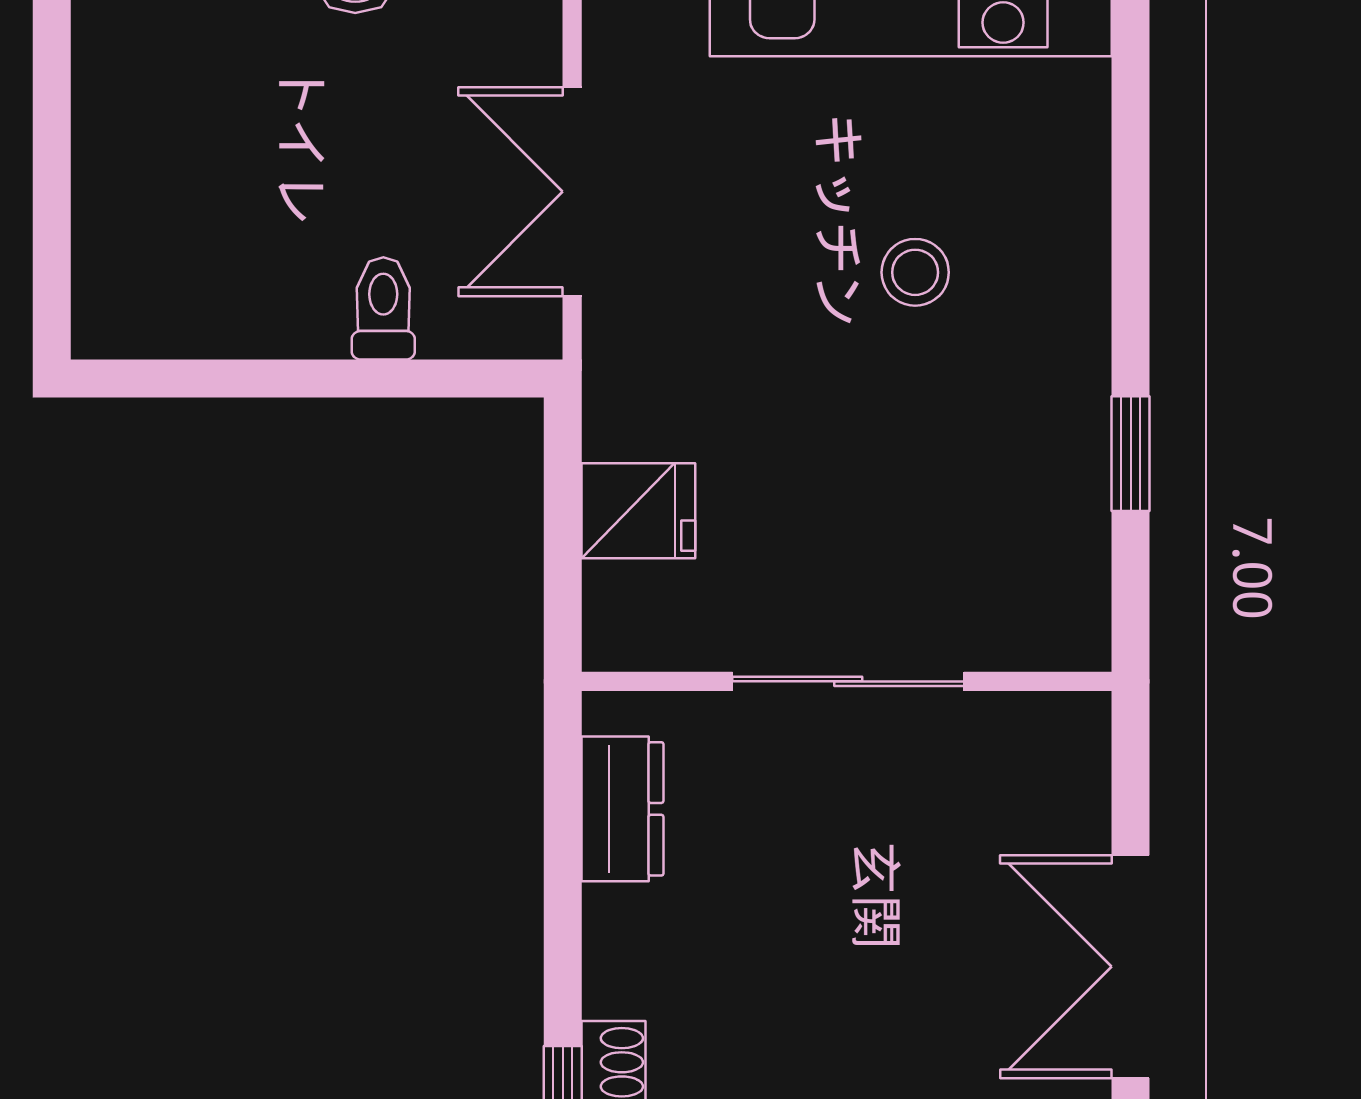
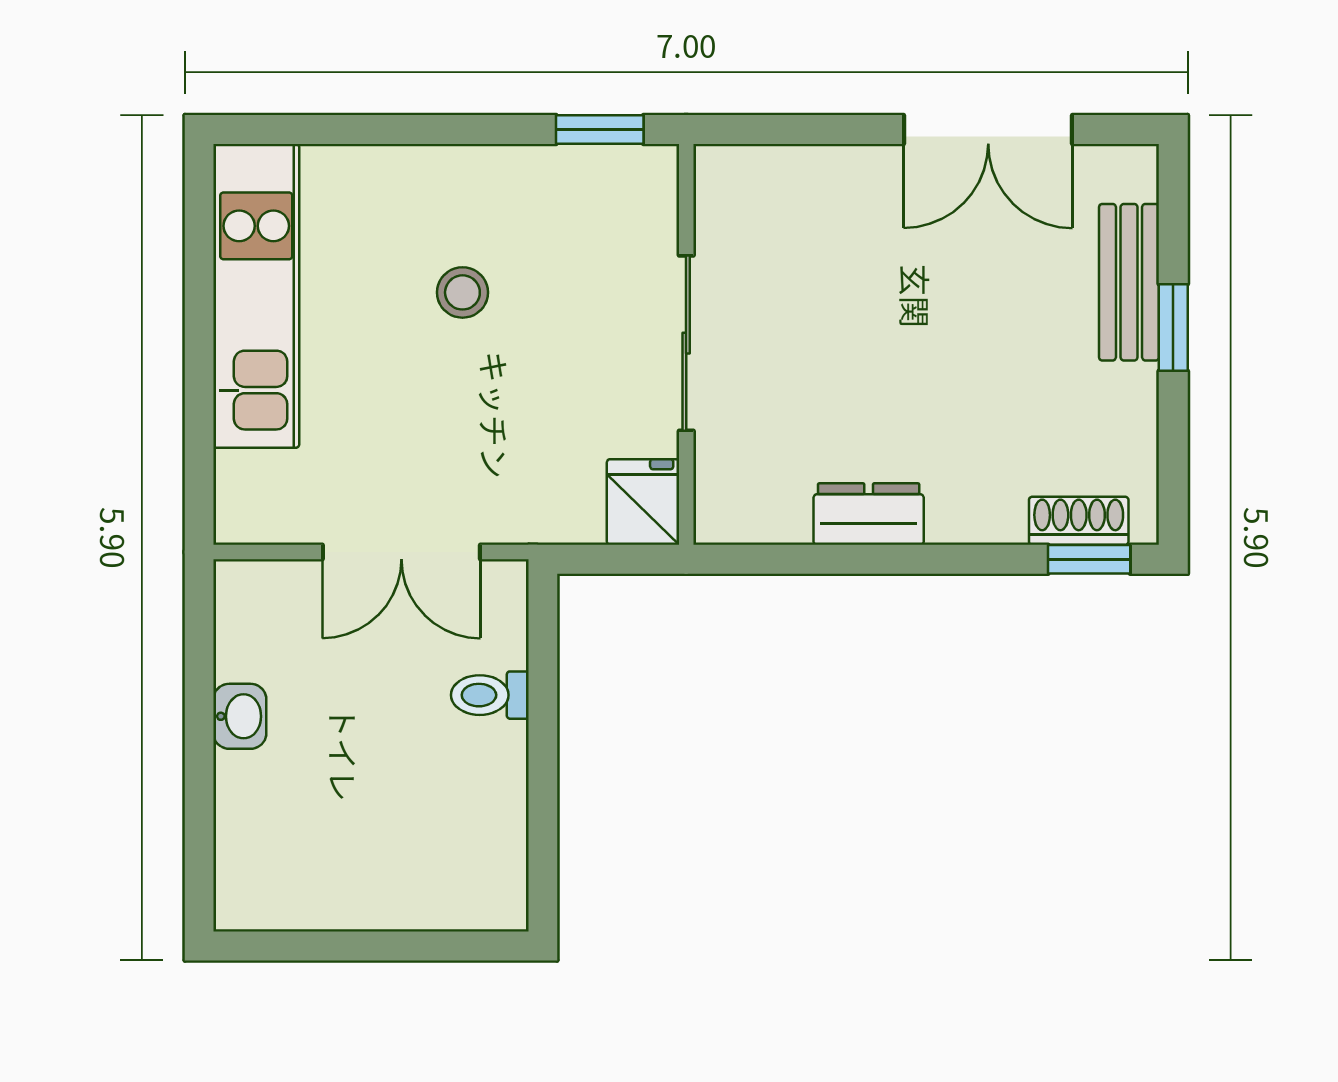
wall: (847, 681) -> (686, 344), moved
sliding door: (848, 681) -> (686, 343), moved

